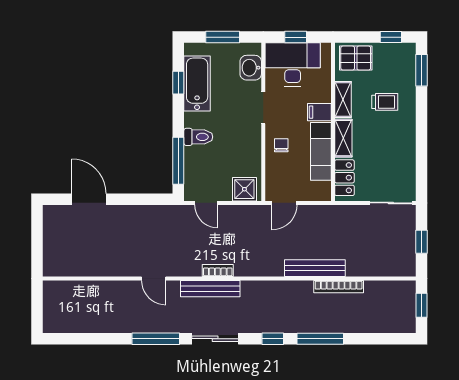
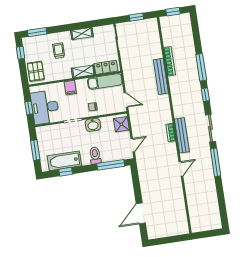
washbasin: (251, 68) -> (93, 125), moved
shelving: (343, 100) -> (82, 34), moved
exam couch: (321, 151) -> (105, 81), moved

